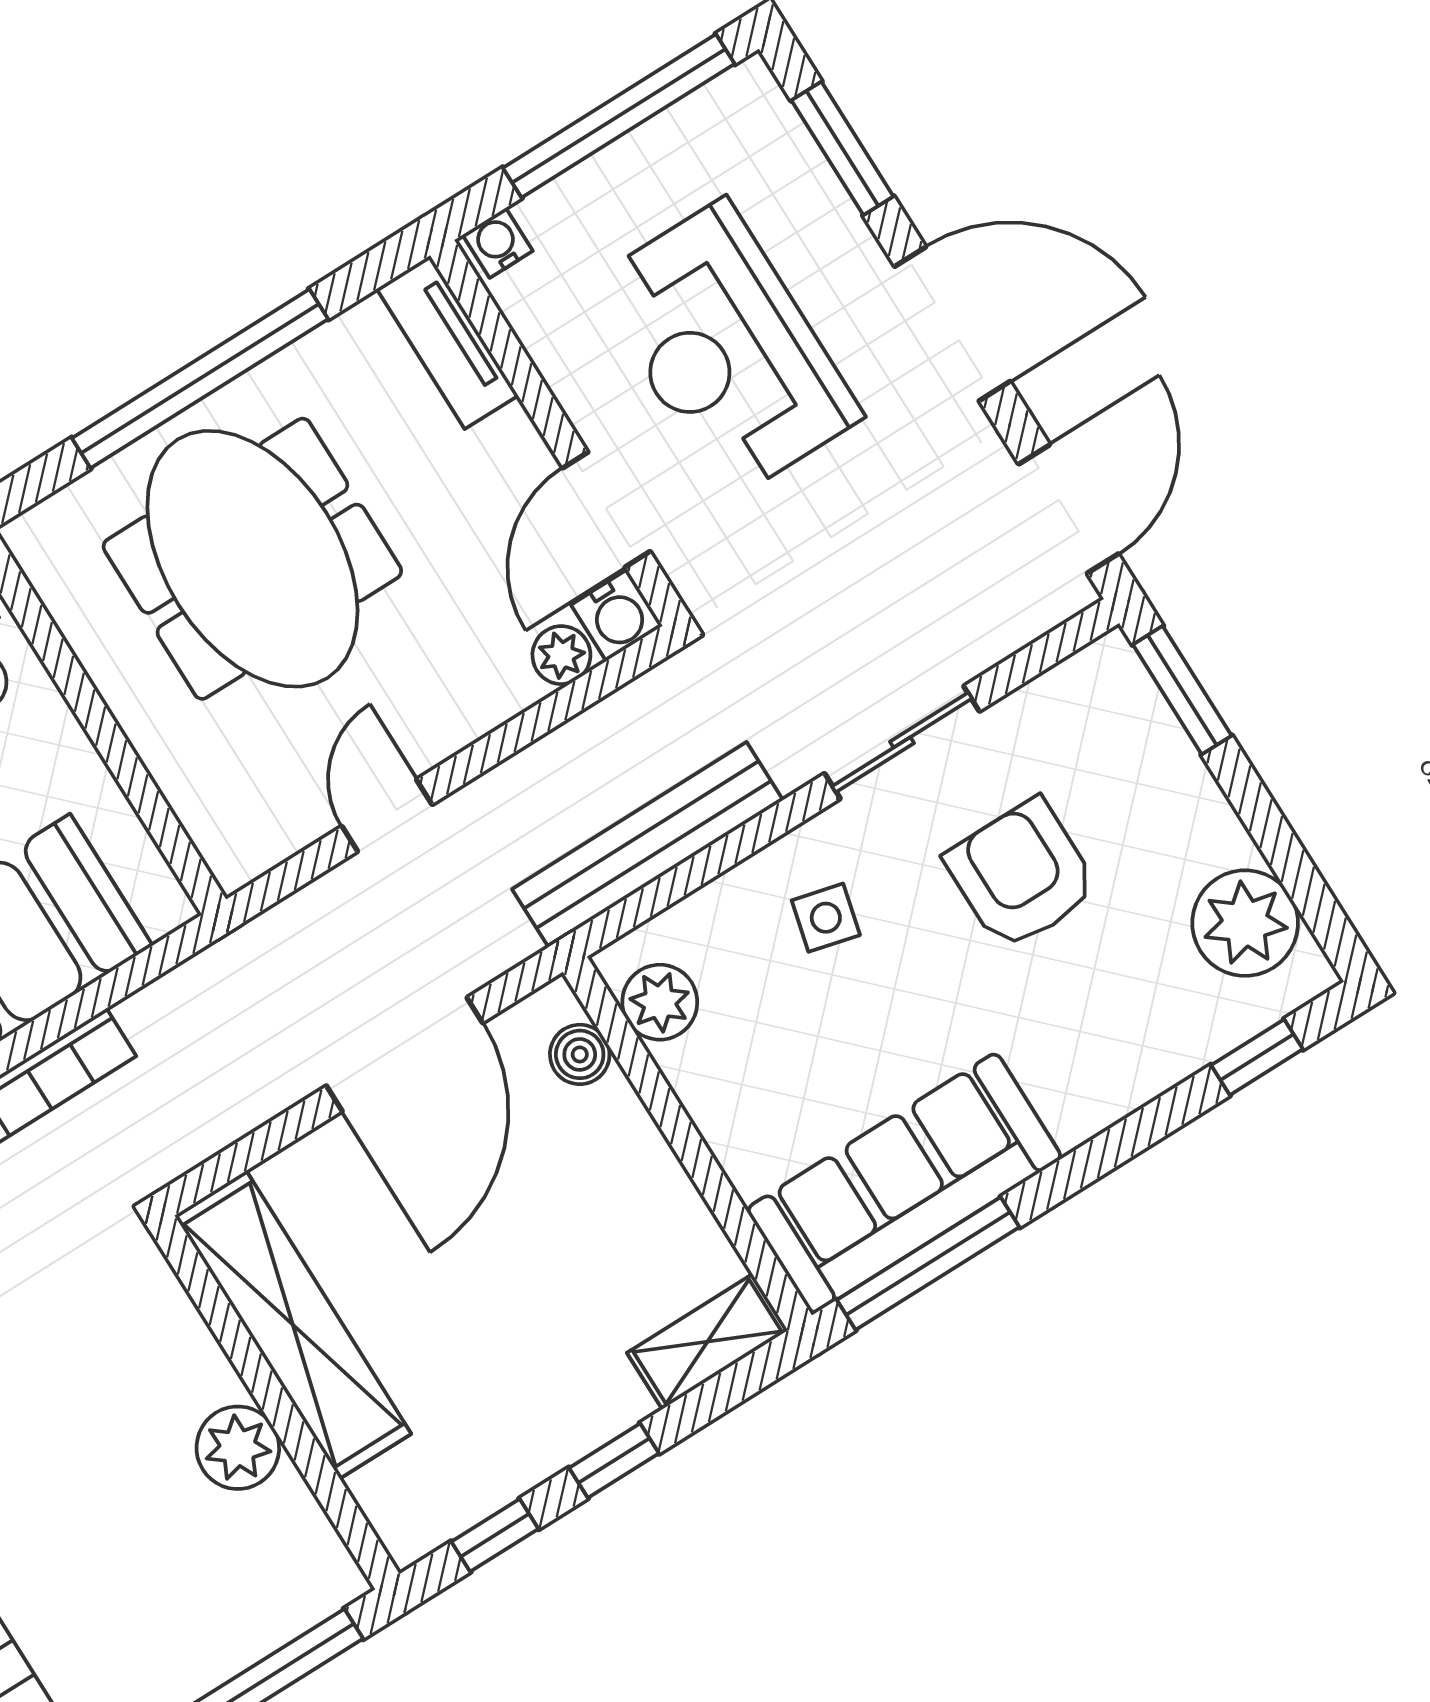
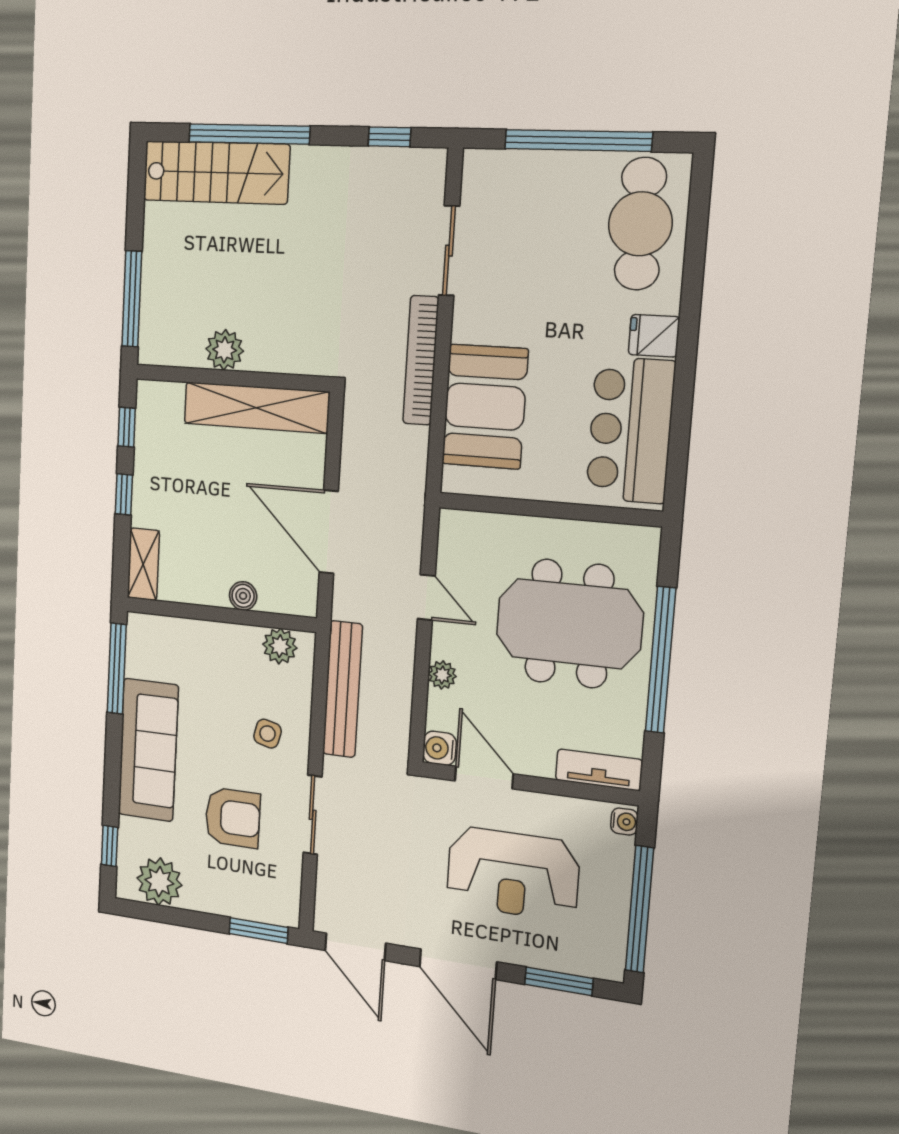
door: (952, 324) -> (458, 964), hinge flipped
reception desk: (726, 350) -> (513, 873), turned 180
plant: (561, 655) -> (442, 675), moved
boiler: (580, 1054) -> (243, 596), moved
sofa: (904, 1183) -> (148, 750), moved

